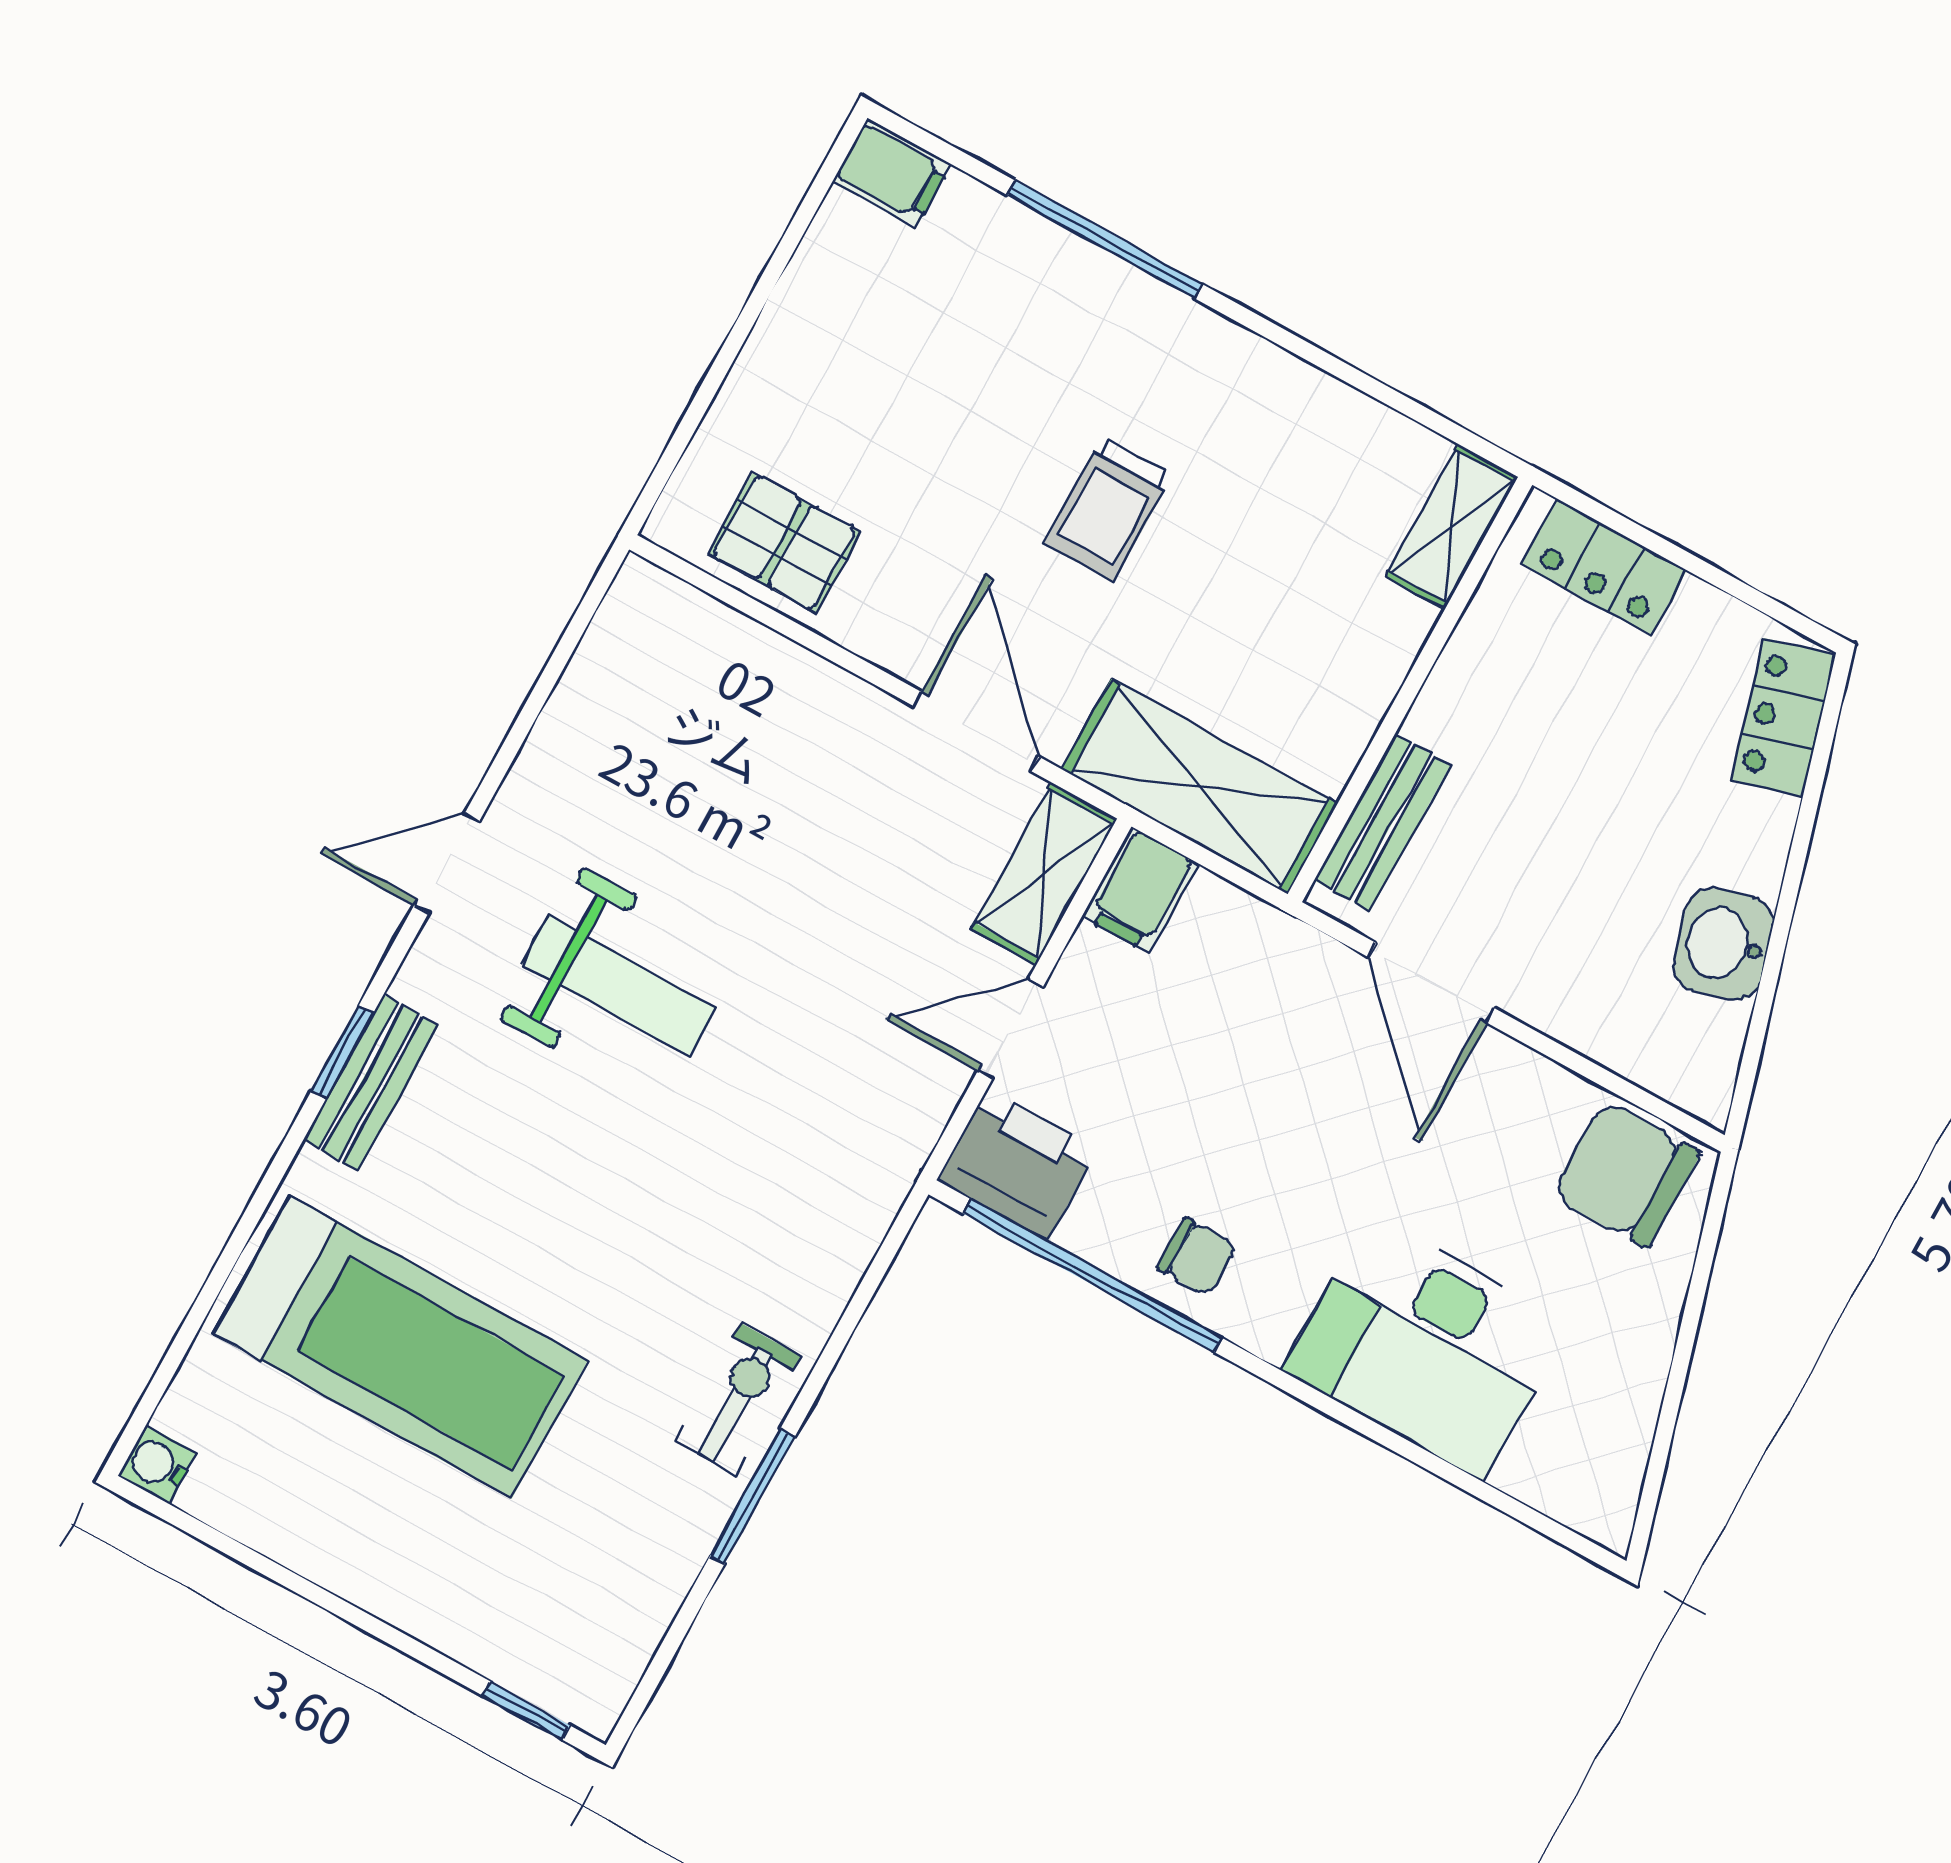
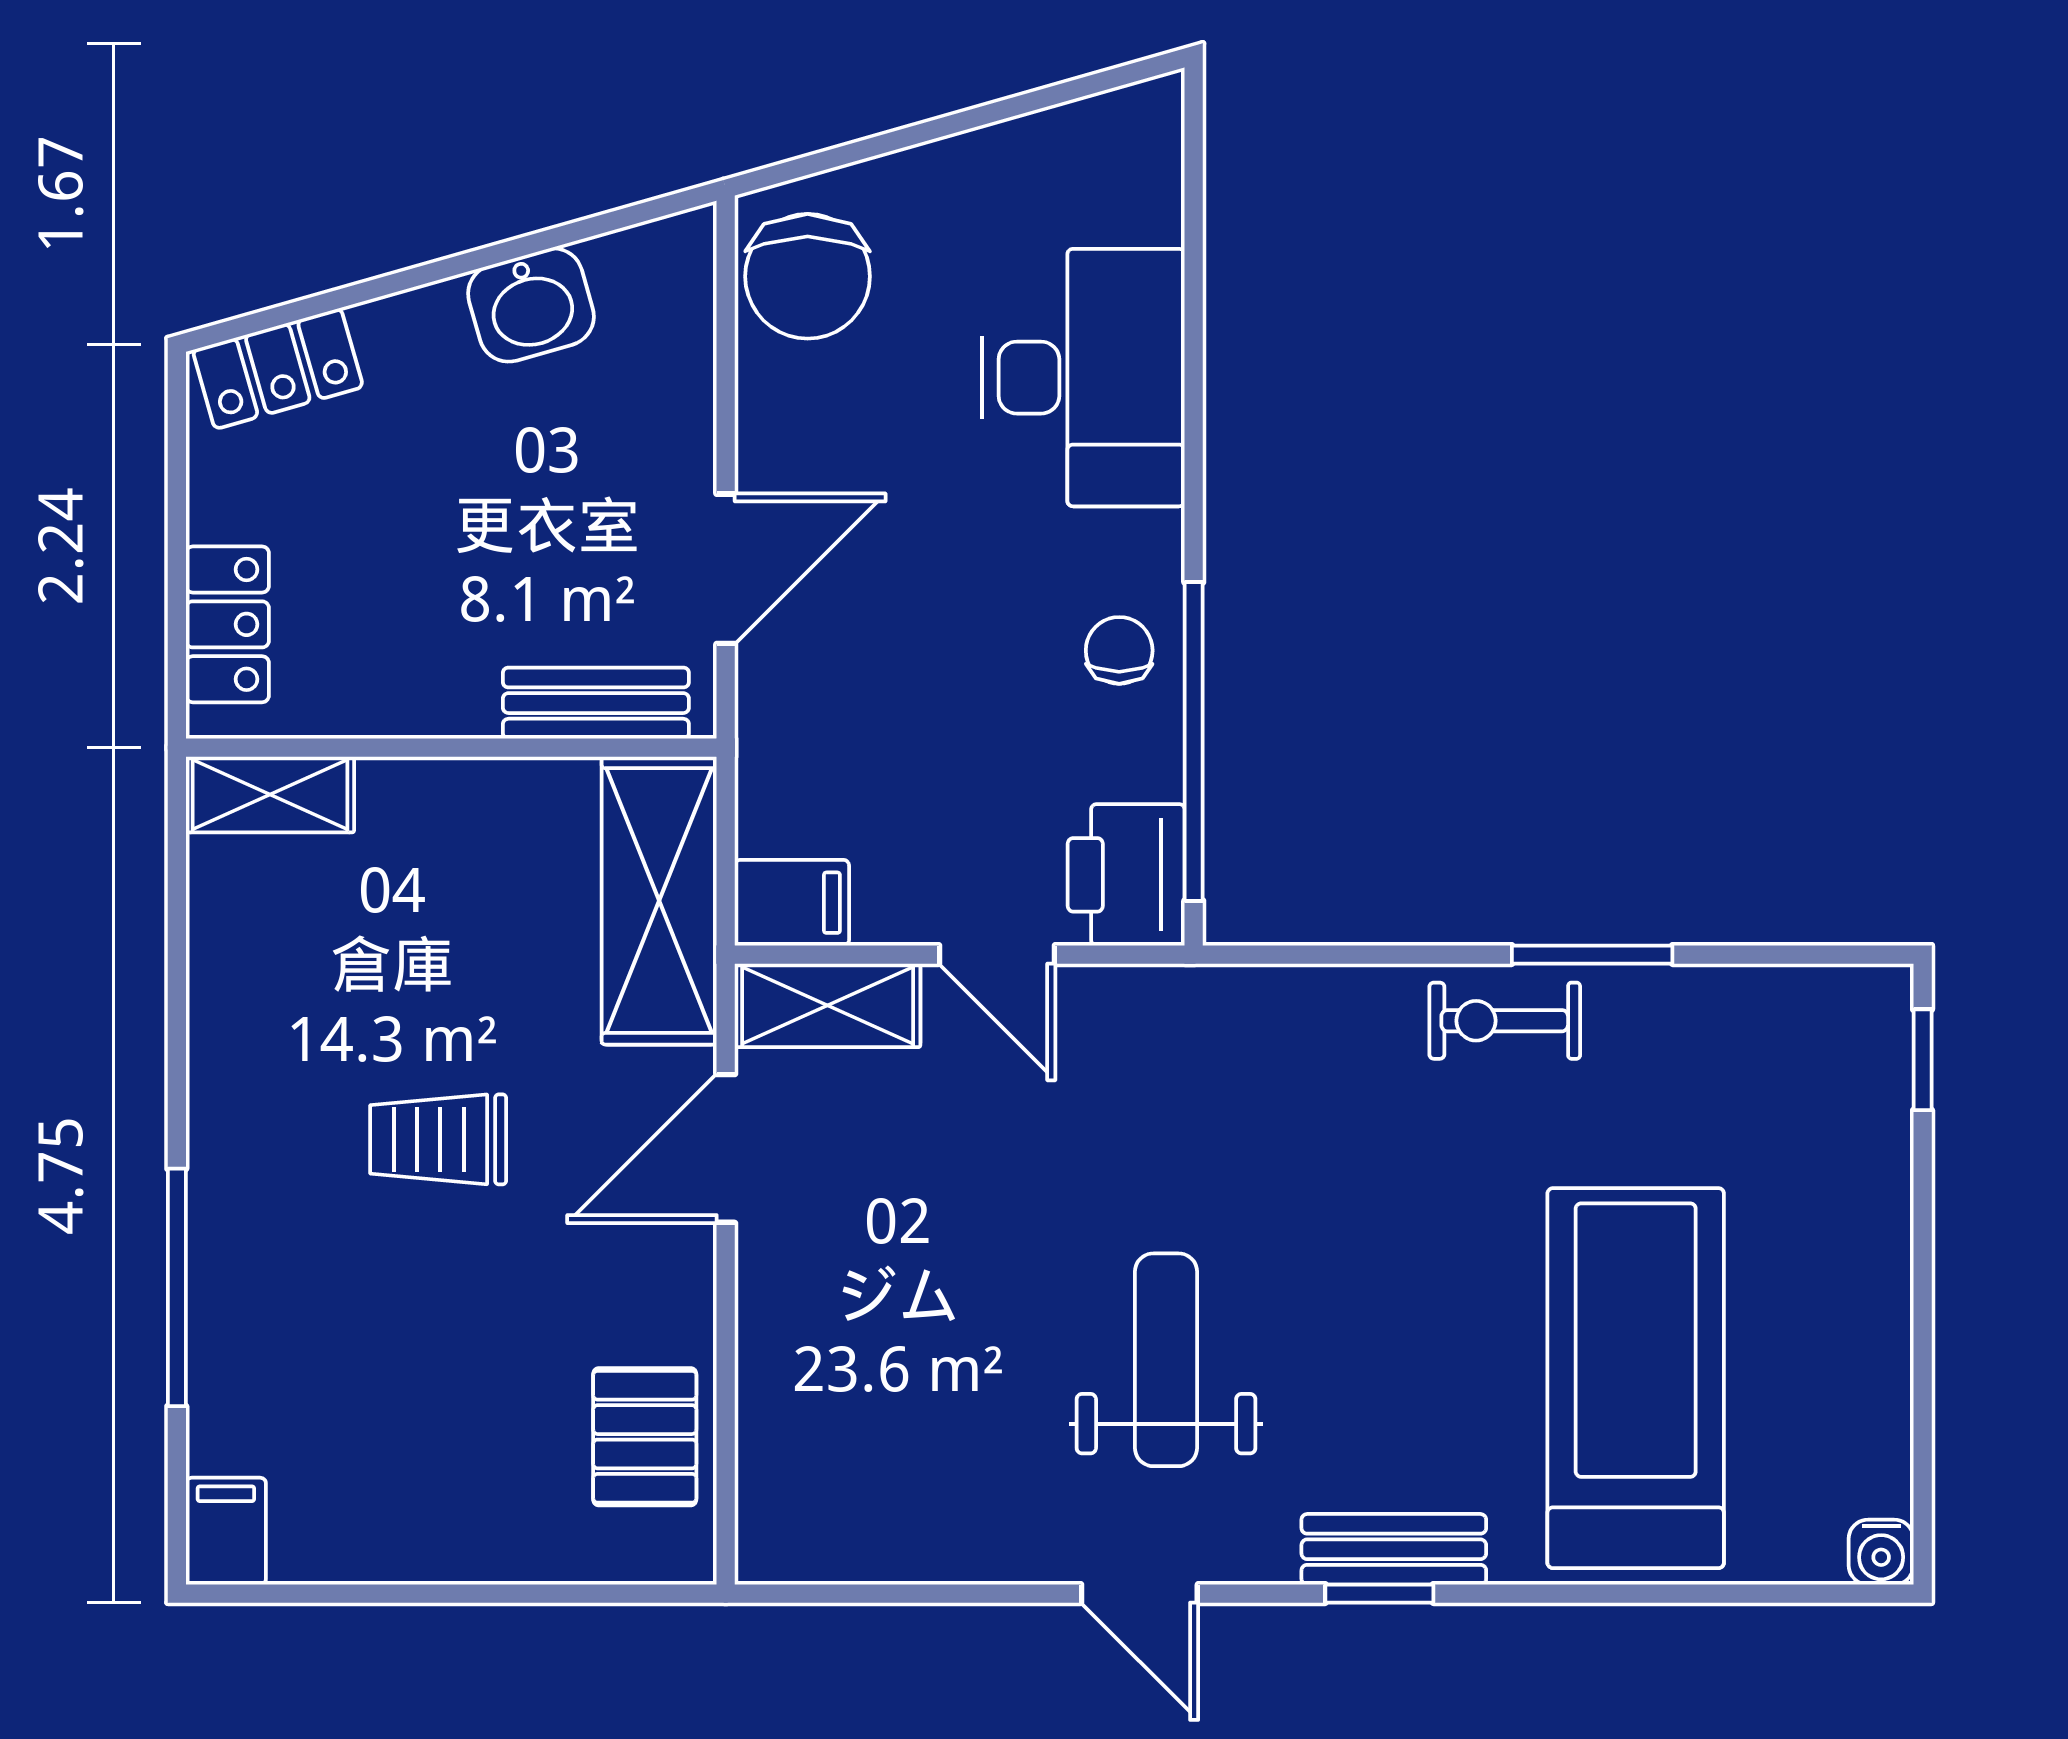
trolley: (1108, 509) -> (438, 1139), turned 180

